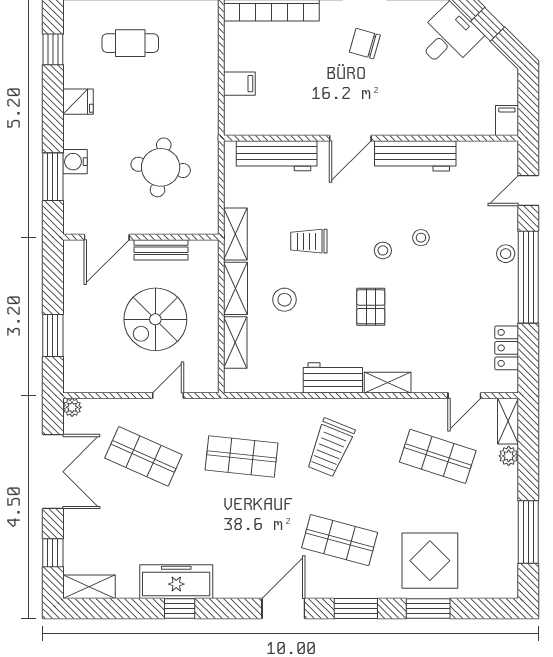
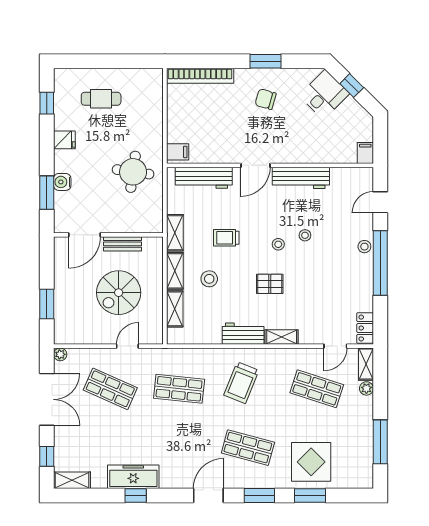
filing cabinet: (239, 84) -> (178, 152), moved
round table: (161, 167) -> (133, 172), moved
pallet: (371, 307) -> (270, 284), turned 90
locker: (507, 348) -> (365, 328), moved

